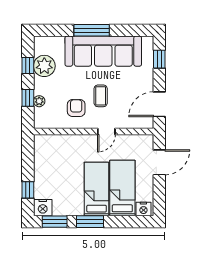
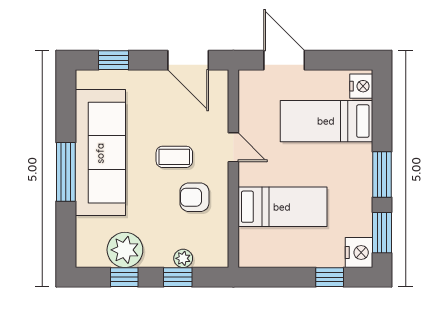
bed: (97, 189) -> (282, 207), moved, turned 180

